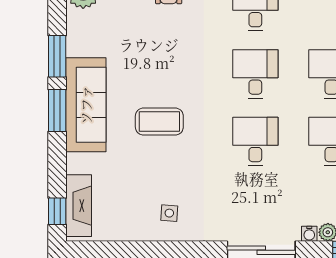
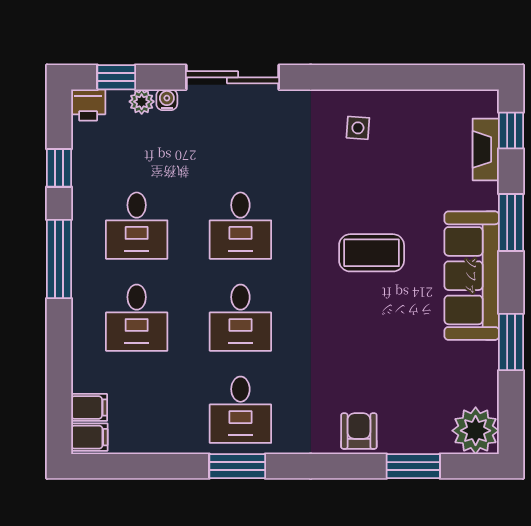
window: (57, 111) -> (511, 223), moved
fireplace: (79, 206) -> (486, 149), width x0.73, depth x0.76

